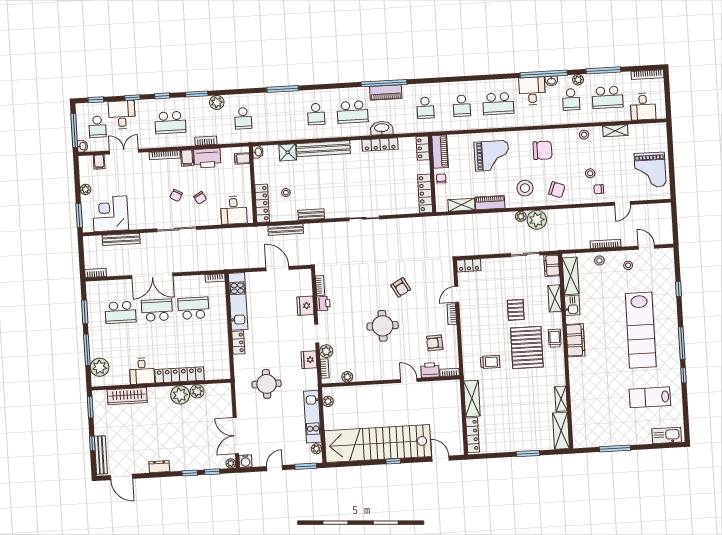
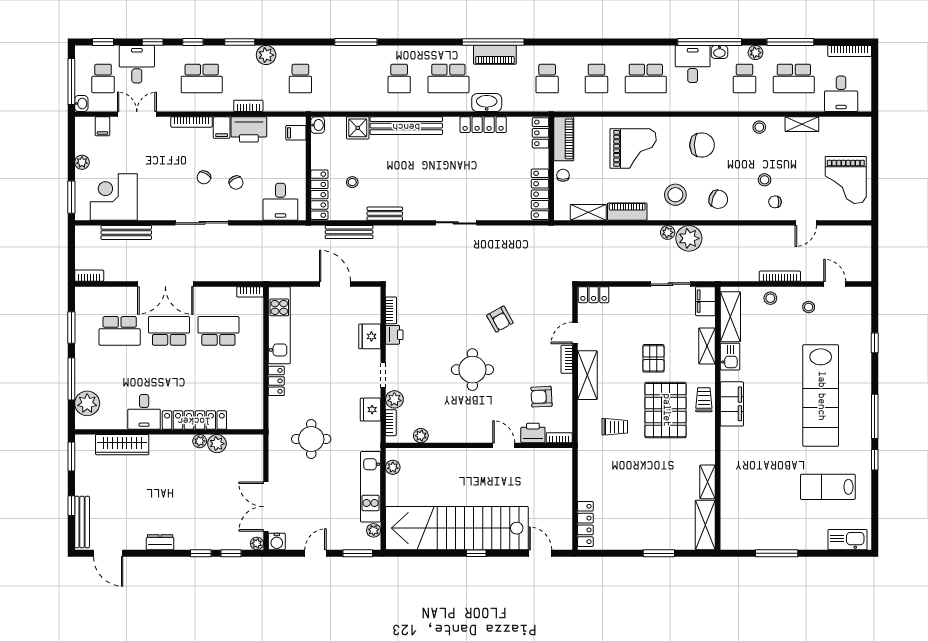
plant: (180, 395) -> (200, 441), width x0.53, depth x0.53
shelving: (472, 398) -> (587, 375), moved

